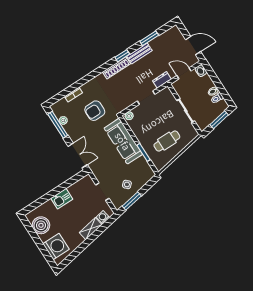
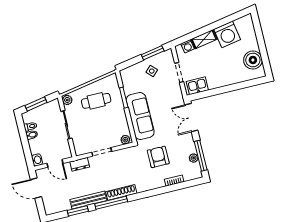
bench: (139, 53) -> (88, 200), width x1.36
window: (122, 56) -> (111, 203), width x2.17
armchair: (95, 111) -> (158, 157), turned -90
plant: (193, 133) -> (67, 100), added
kitchen sink: (62, 199) -> (197, 86), moved
washing machine: (56, 247) -> (227, 34), moved, turned -100

